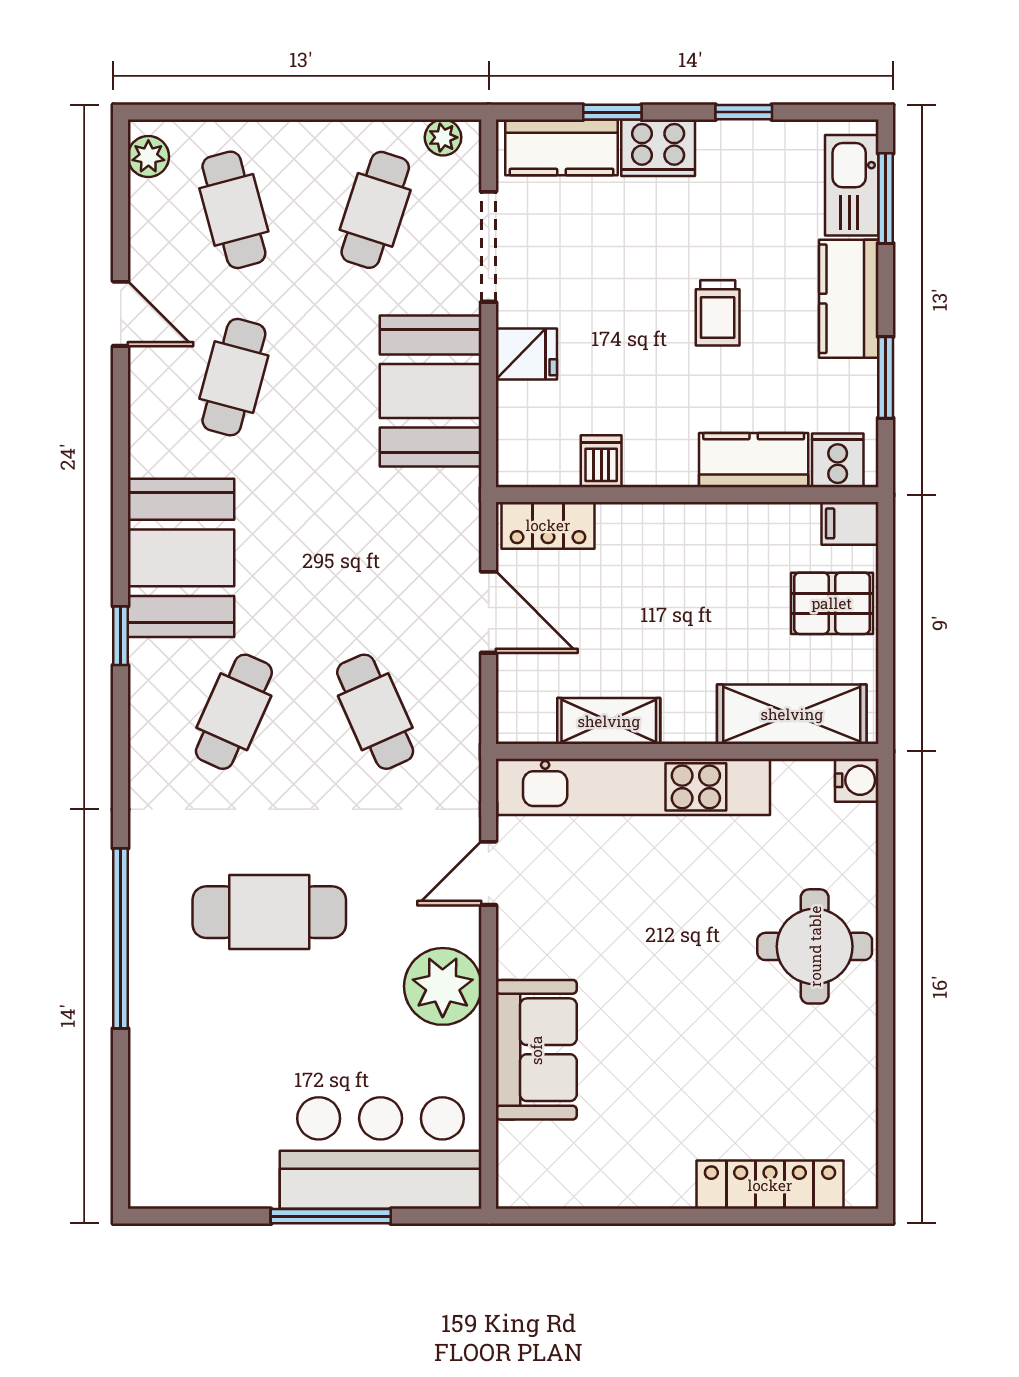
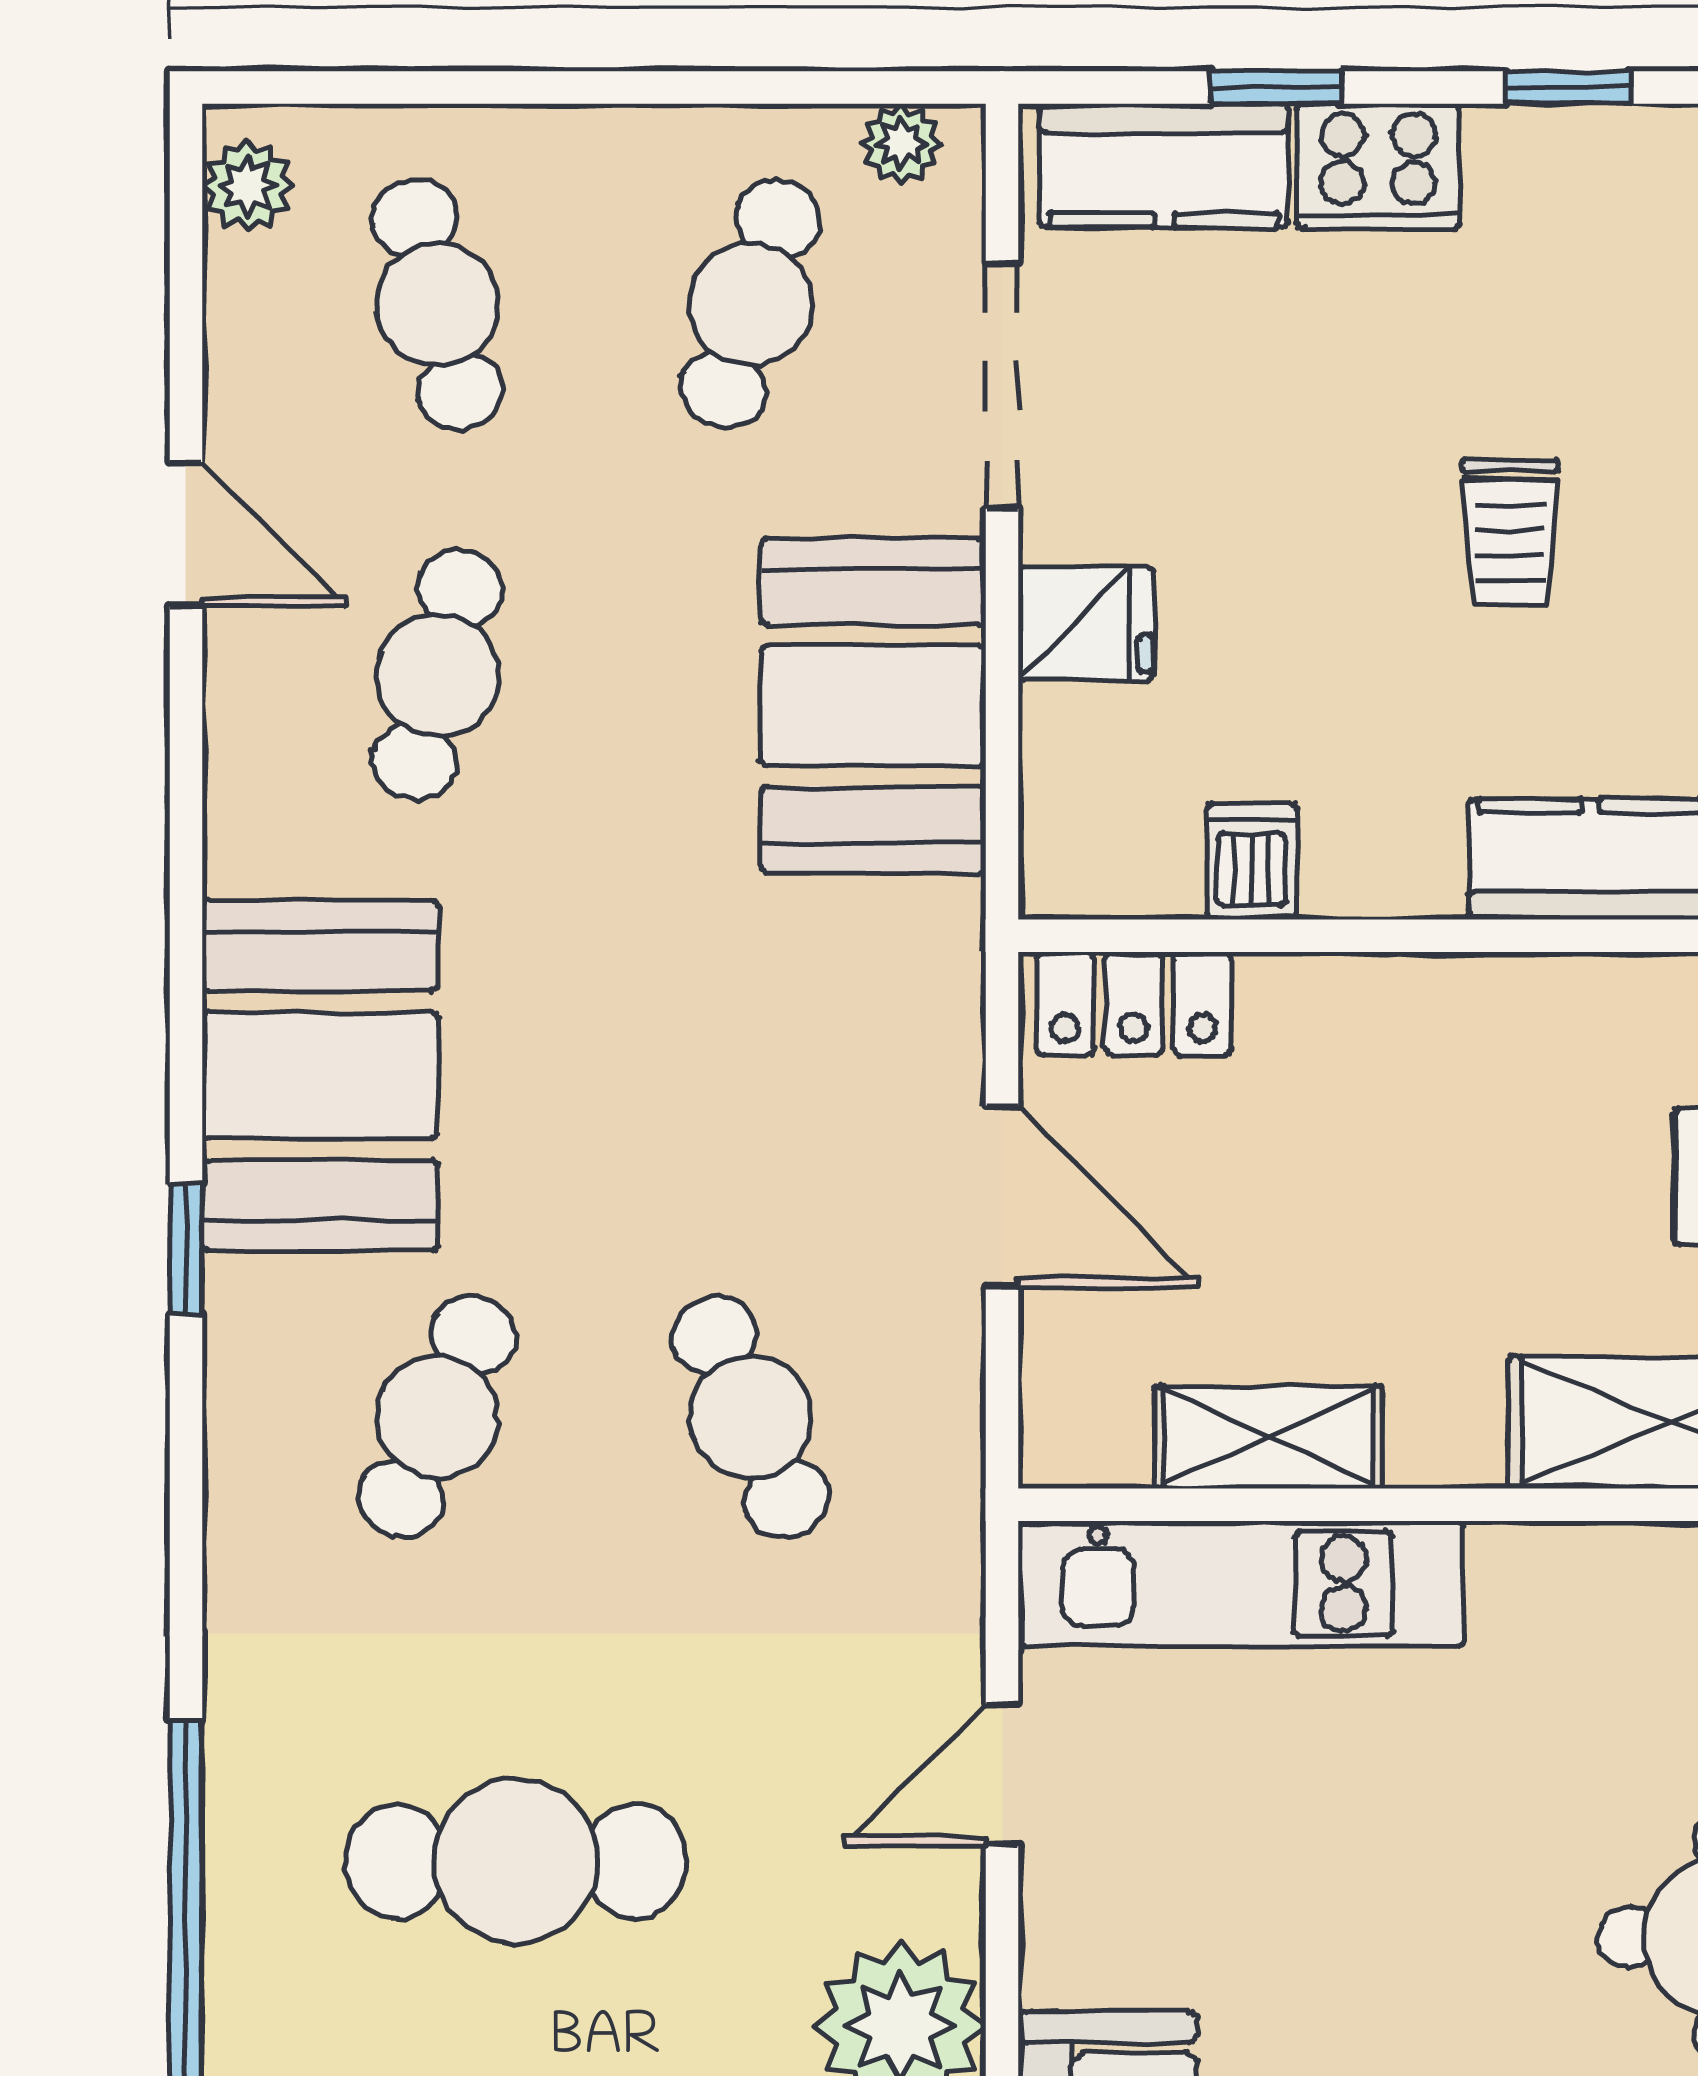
kitchen unit: (633, 787) -> (1241, 1584), width x0.73

